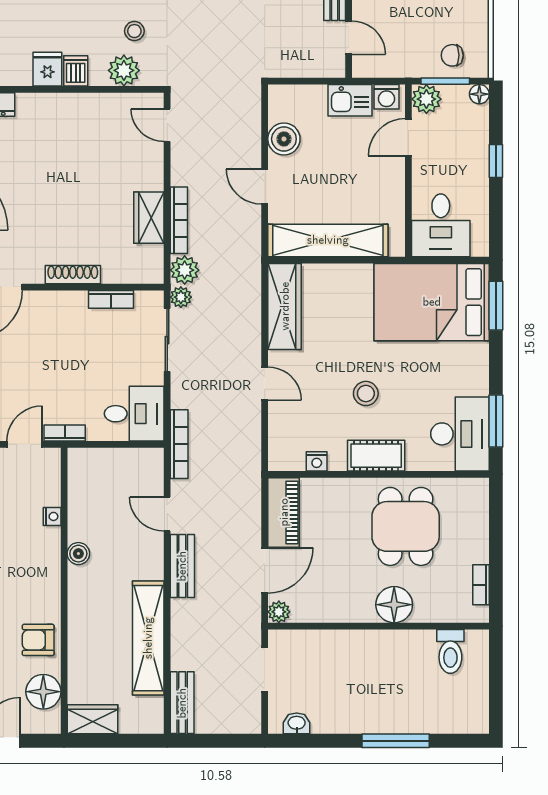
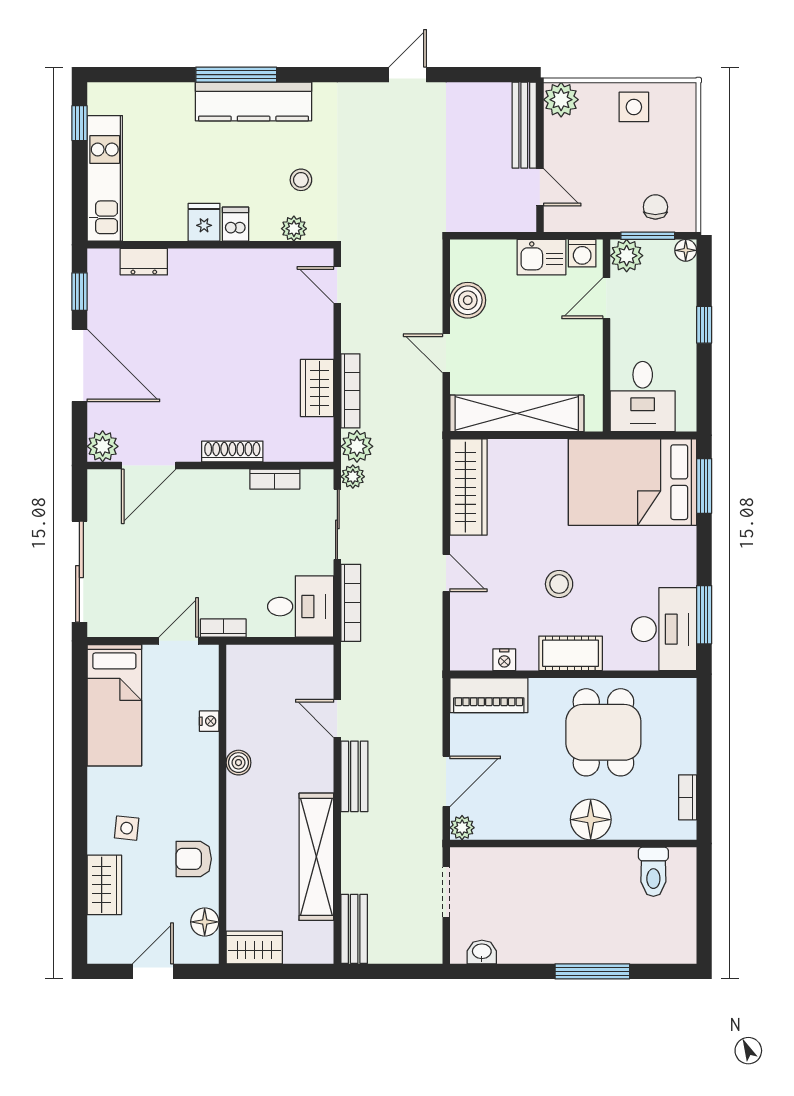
chair: (452, 55) -> (655, 207), turned 90
plant: (124, 70) -> (294, 229), width x0.73, depth x0.73
bookcase: (179, 444) -> (351, 603), moved
piano: (284, 512) -> (489, 695), moved, turned 90
floor lamp: (43, 692) -> (205, 922), width x0.73, depth x0.73

